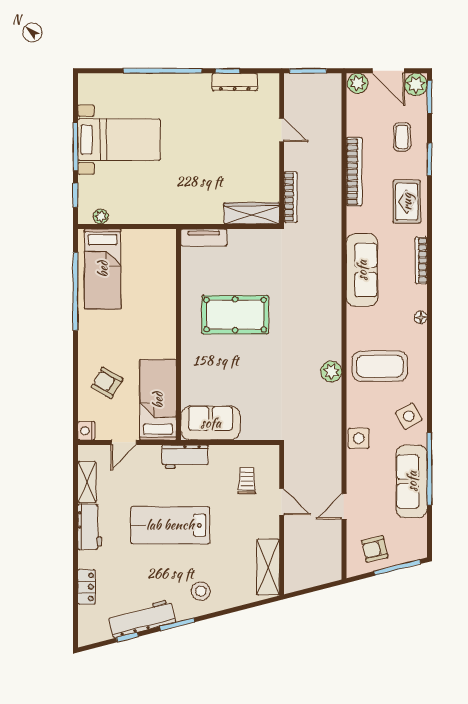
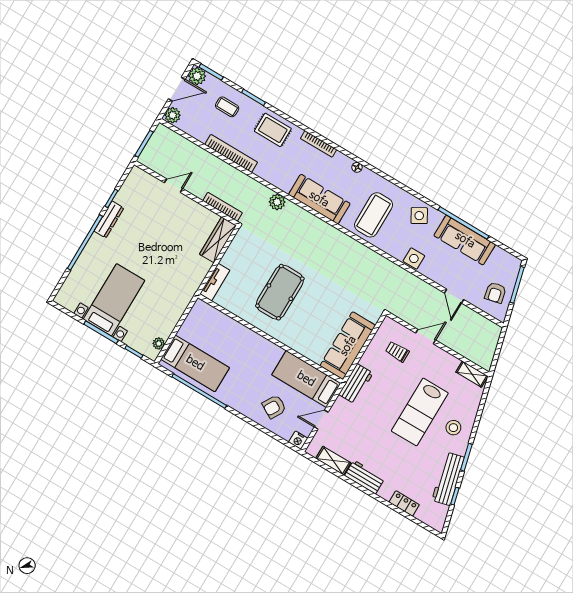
dresser: (235, 82) -> (109, 220), moved
sofa: (362, 270) -> (319, 199), moved
plant: (331, 371) -> (277, 202), moved
sofa: (211, 423) -> (348, 346), width x1.36
door: (124, 442) -> (321, 420), swing flipped
lab bench: (170, 525) -> (420, 412), moved
shelving: (268, 567) -> (472, 374), width x0.67, depth x0.75

